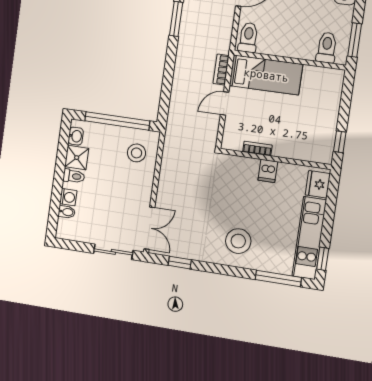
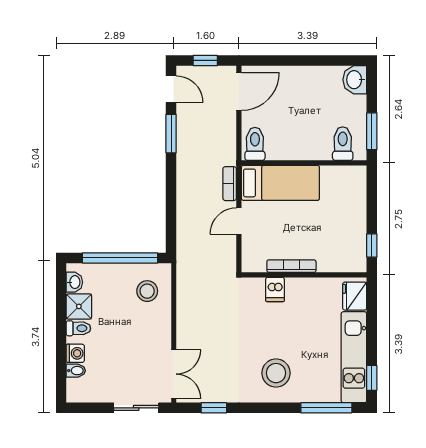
bookcase: (257, 148) -> (291, 266), width x1.56
dishwasher: (268, 171) -> (275, 289), moved

